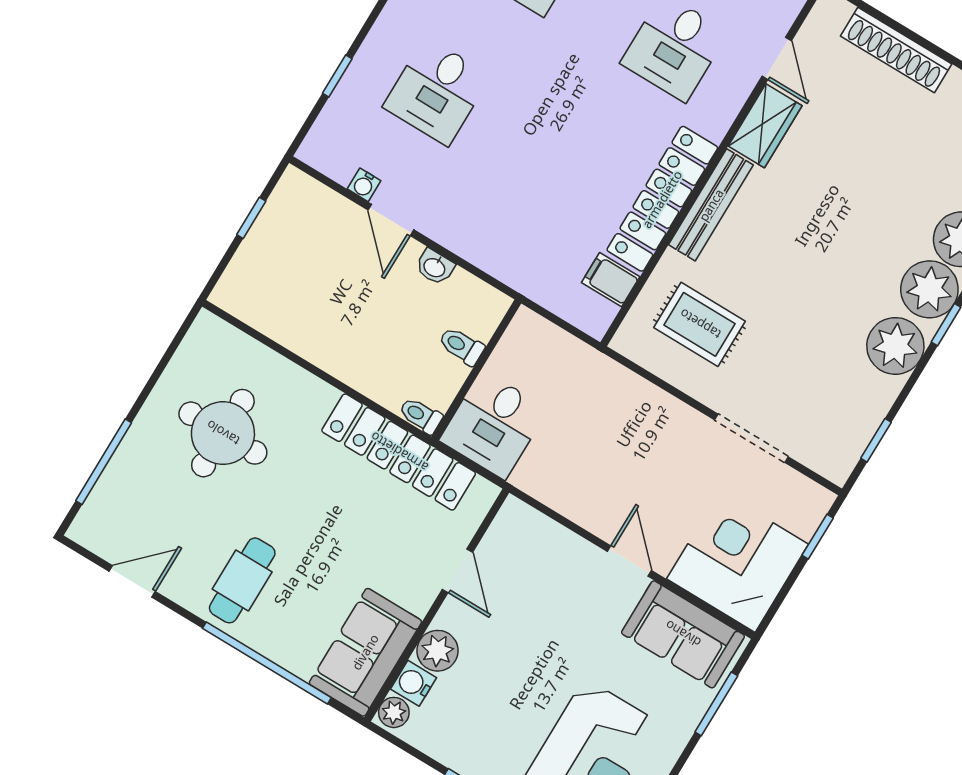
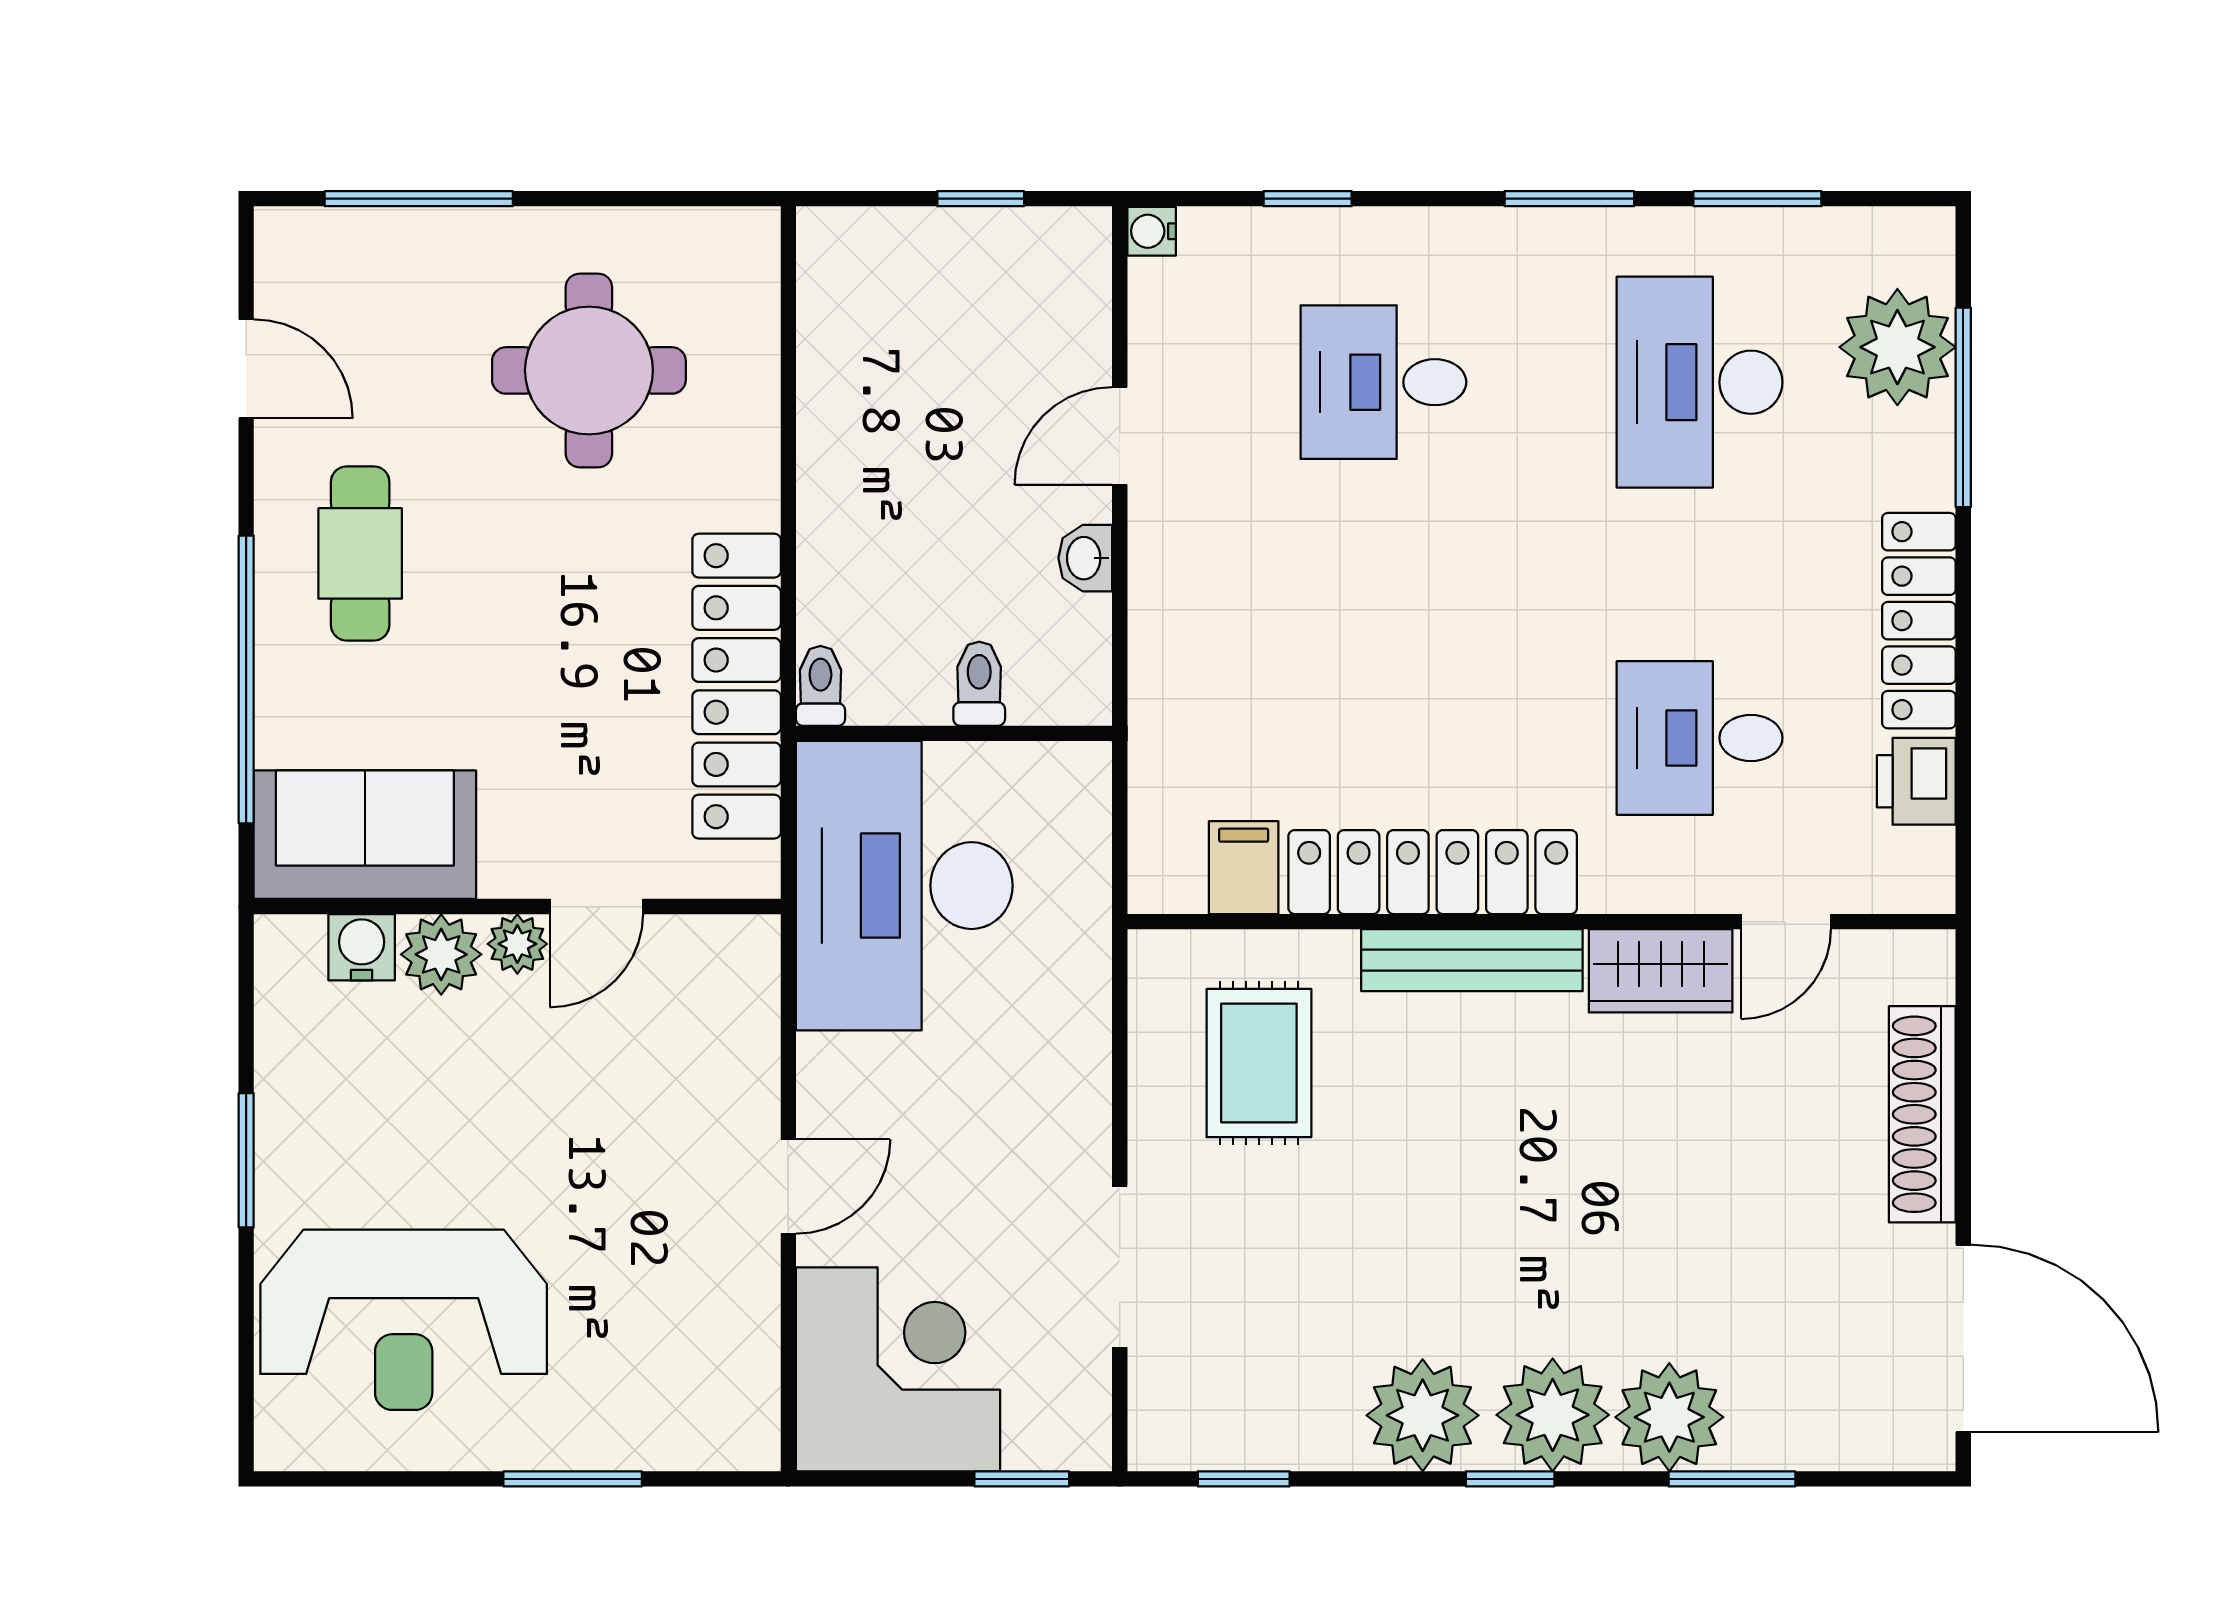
water cooler: (364, 185) -> (1152, 231), moved
desk: (493, 425) -> (904, 886), width x1.87, depth x1.30
cafe table: (242, 580) -> (360, 553), turned 90
sofa: (683, 634) -> (719, 1352), removed
window: (716, 704) -> (573, 1479), moved
plant: (394, 712) -> (517, 944), moved

